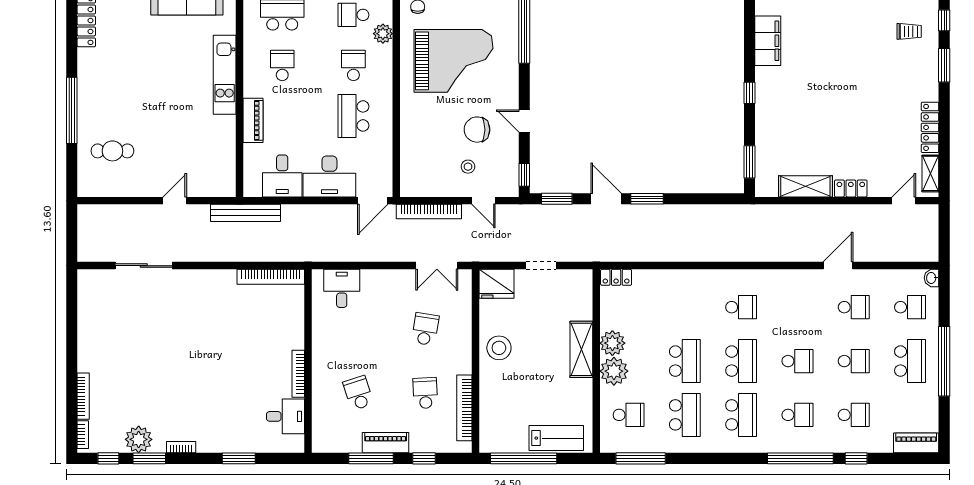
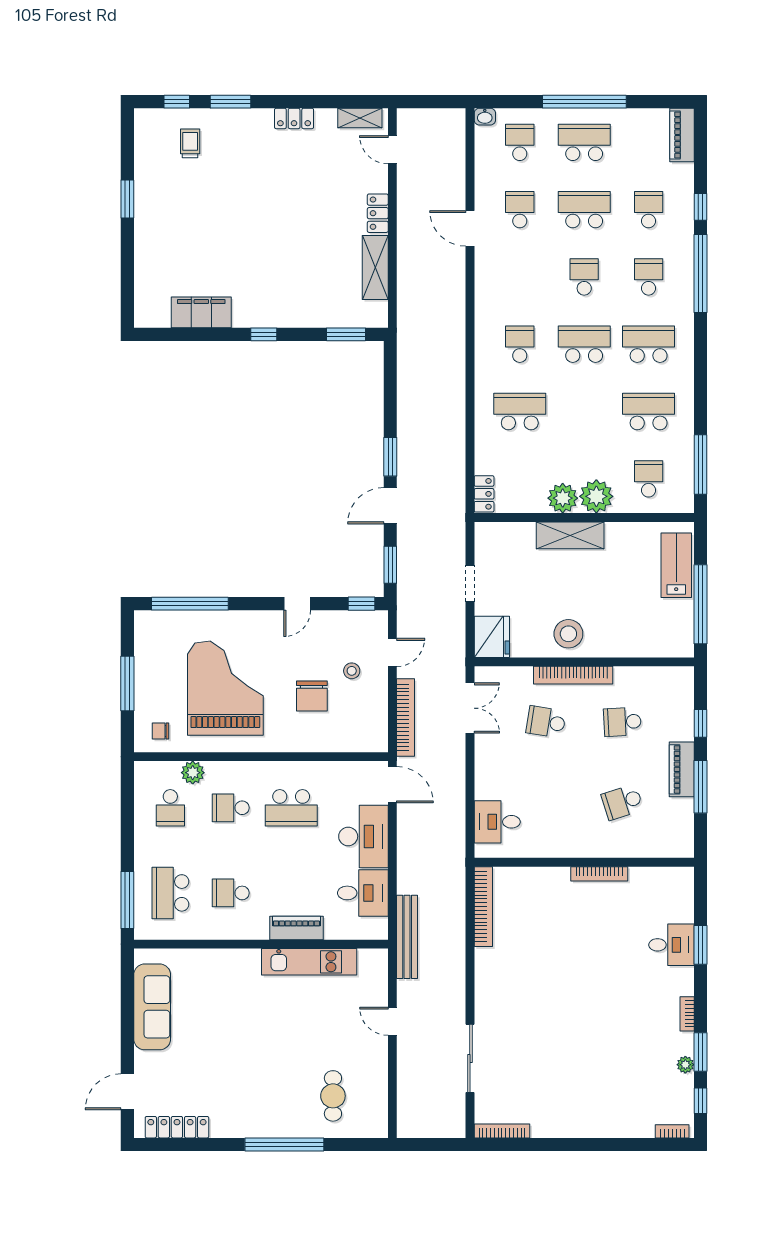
kitchen unit: (225, 75) -> (309, 962), moved
locker: (930, 127) -> (294, 118), width x0.66
chair: (477, 130) -> (312, 696), moved
school desk: (685, 361) -> (520, 412), moved
school desk: (854, 361) -> (584, 210), width x1.85
bookcase: (83, 396) -> (502, 1131), moved
bookcase: (464, 408) -> (573, 675), moved
desk: (285, 416) -> (671, 945), moved, turned 90
plant: (139, 439) -> (685, 1065), width x0.53, depth x0.53

